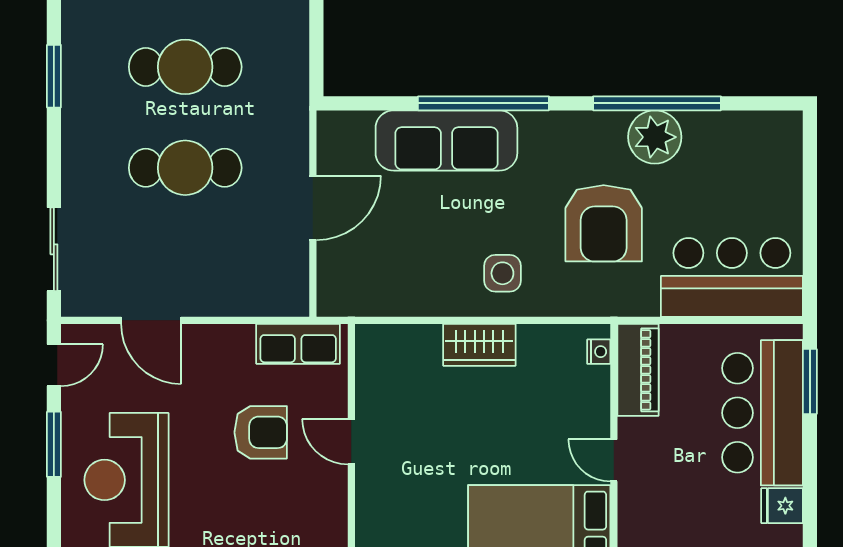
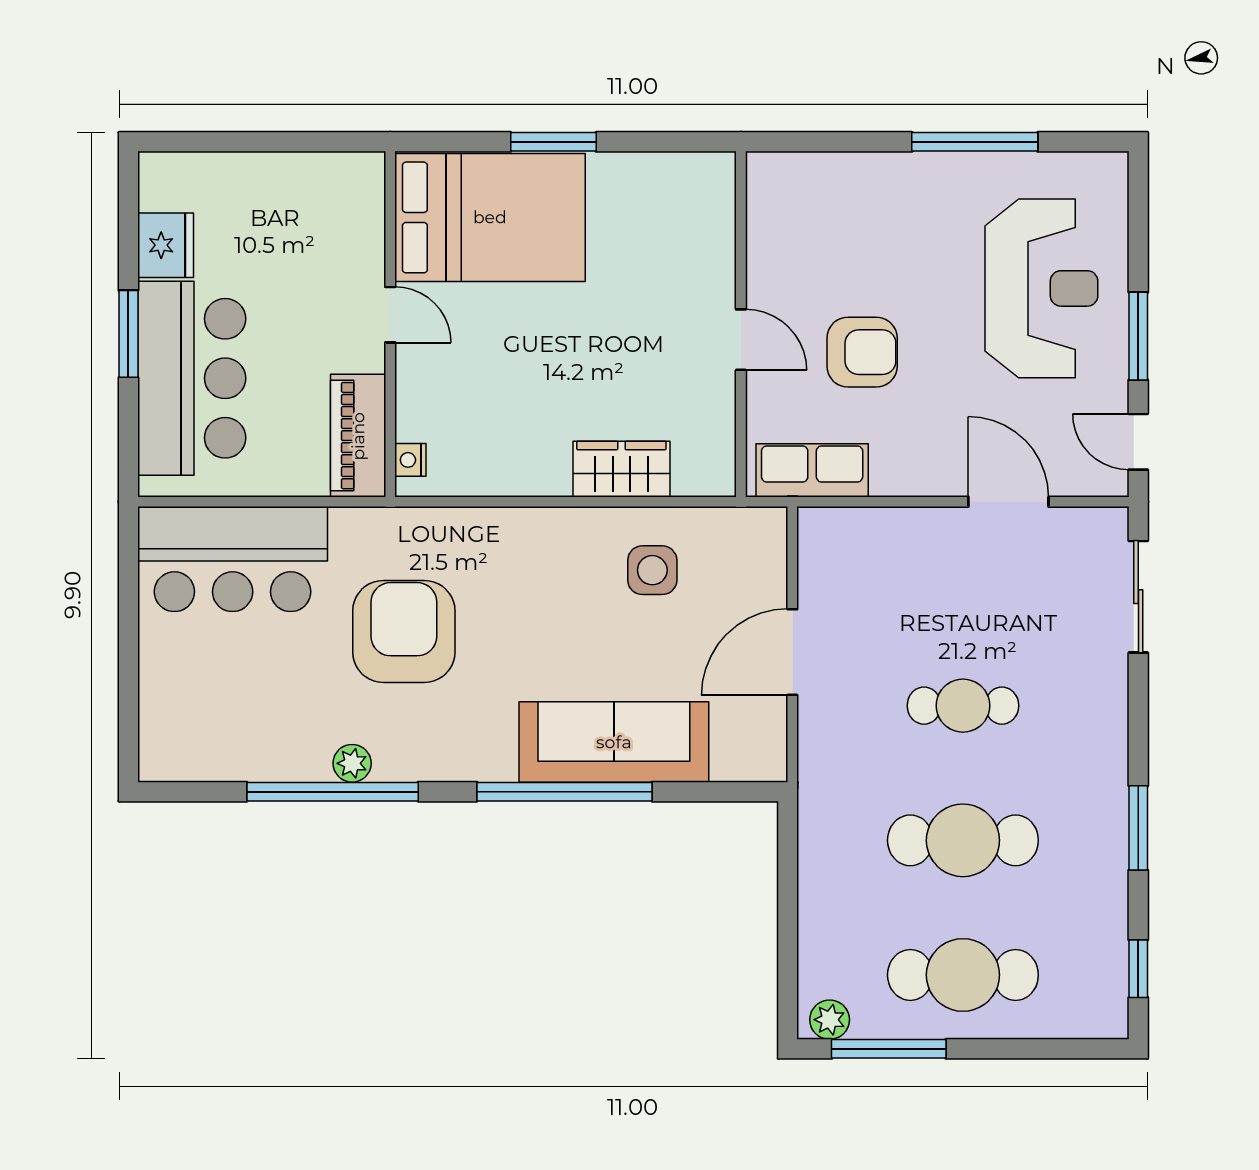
plant: (655, 137) -> (352, 763), width x0.53, depth x0.53
cafe table: (185, 168) -> (963, 706), width x0.73, depth x0.74
side table: (502, 273) -> (652, 570), moved
wardrobe: (479, 345) -> (621, 469), moved
door: (54, 365) -> (1138, 442), hinge flipped
window: (810, 381) -> (128, 334), moved
armchair: (261, 432) -> (862, 352), turned 180
fridge: (782, 506) -> (166, 245), width x1.38

